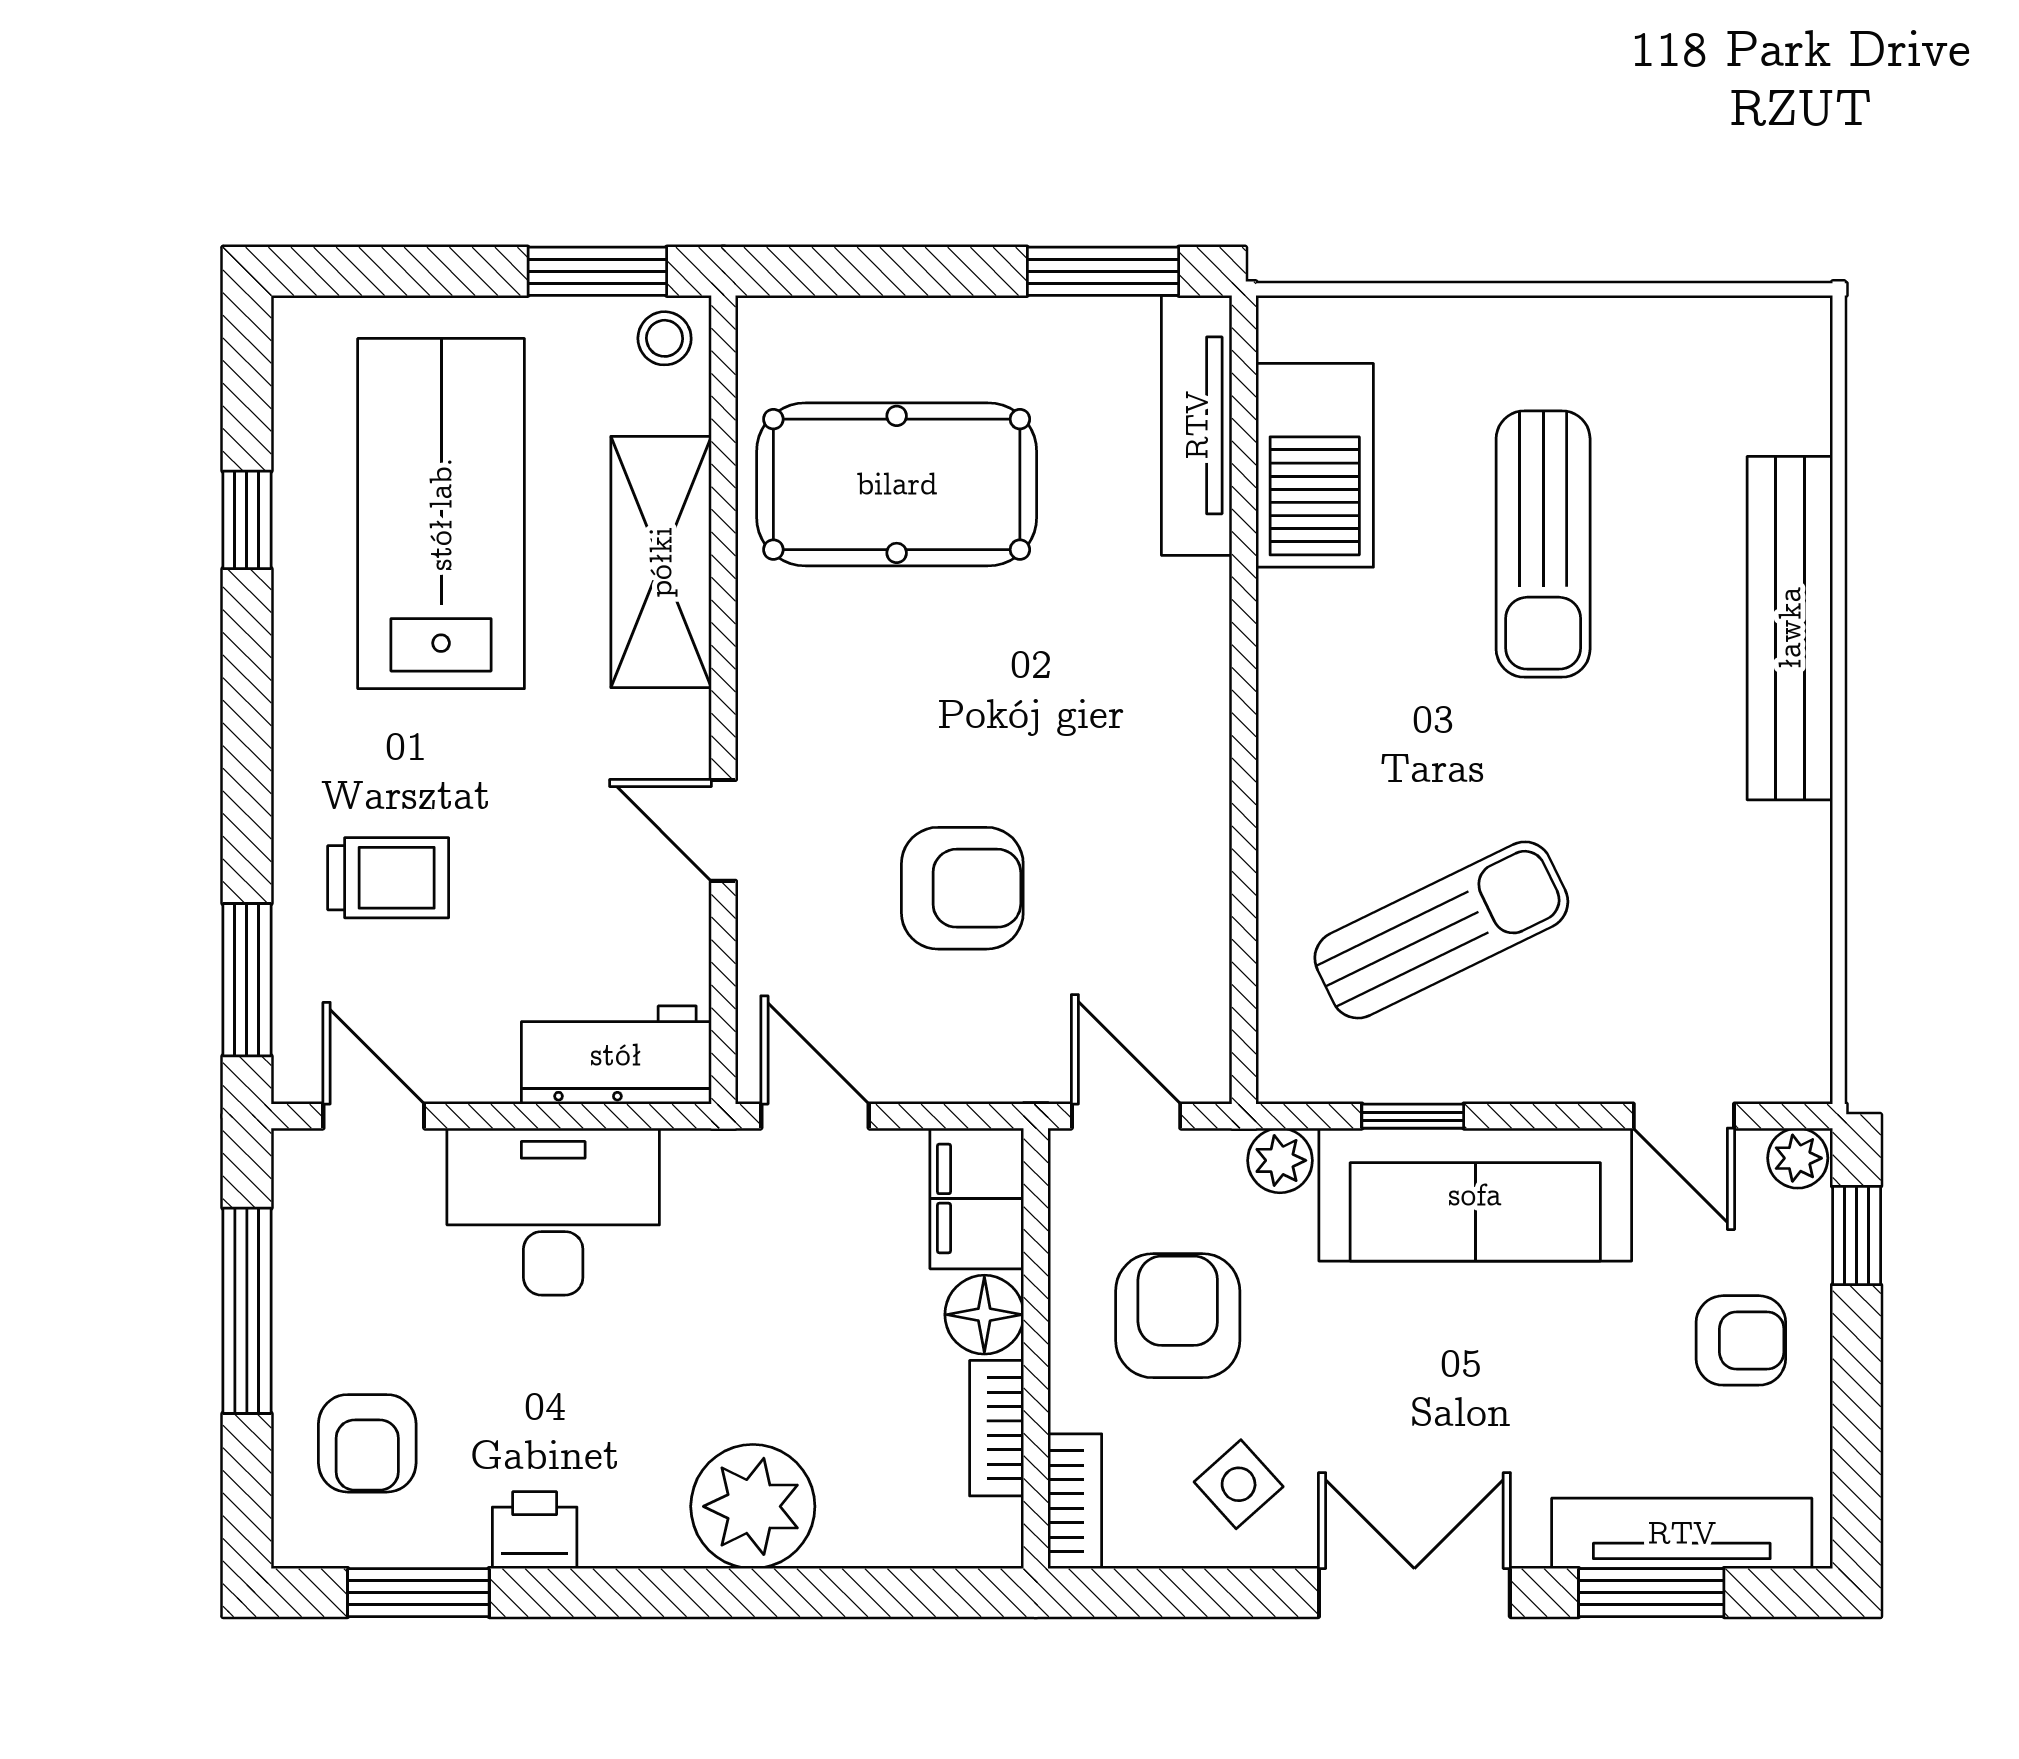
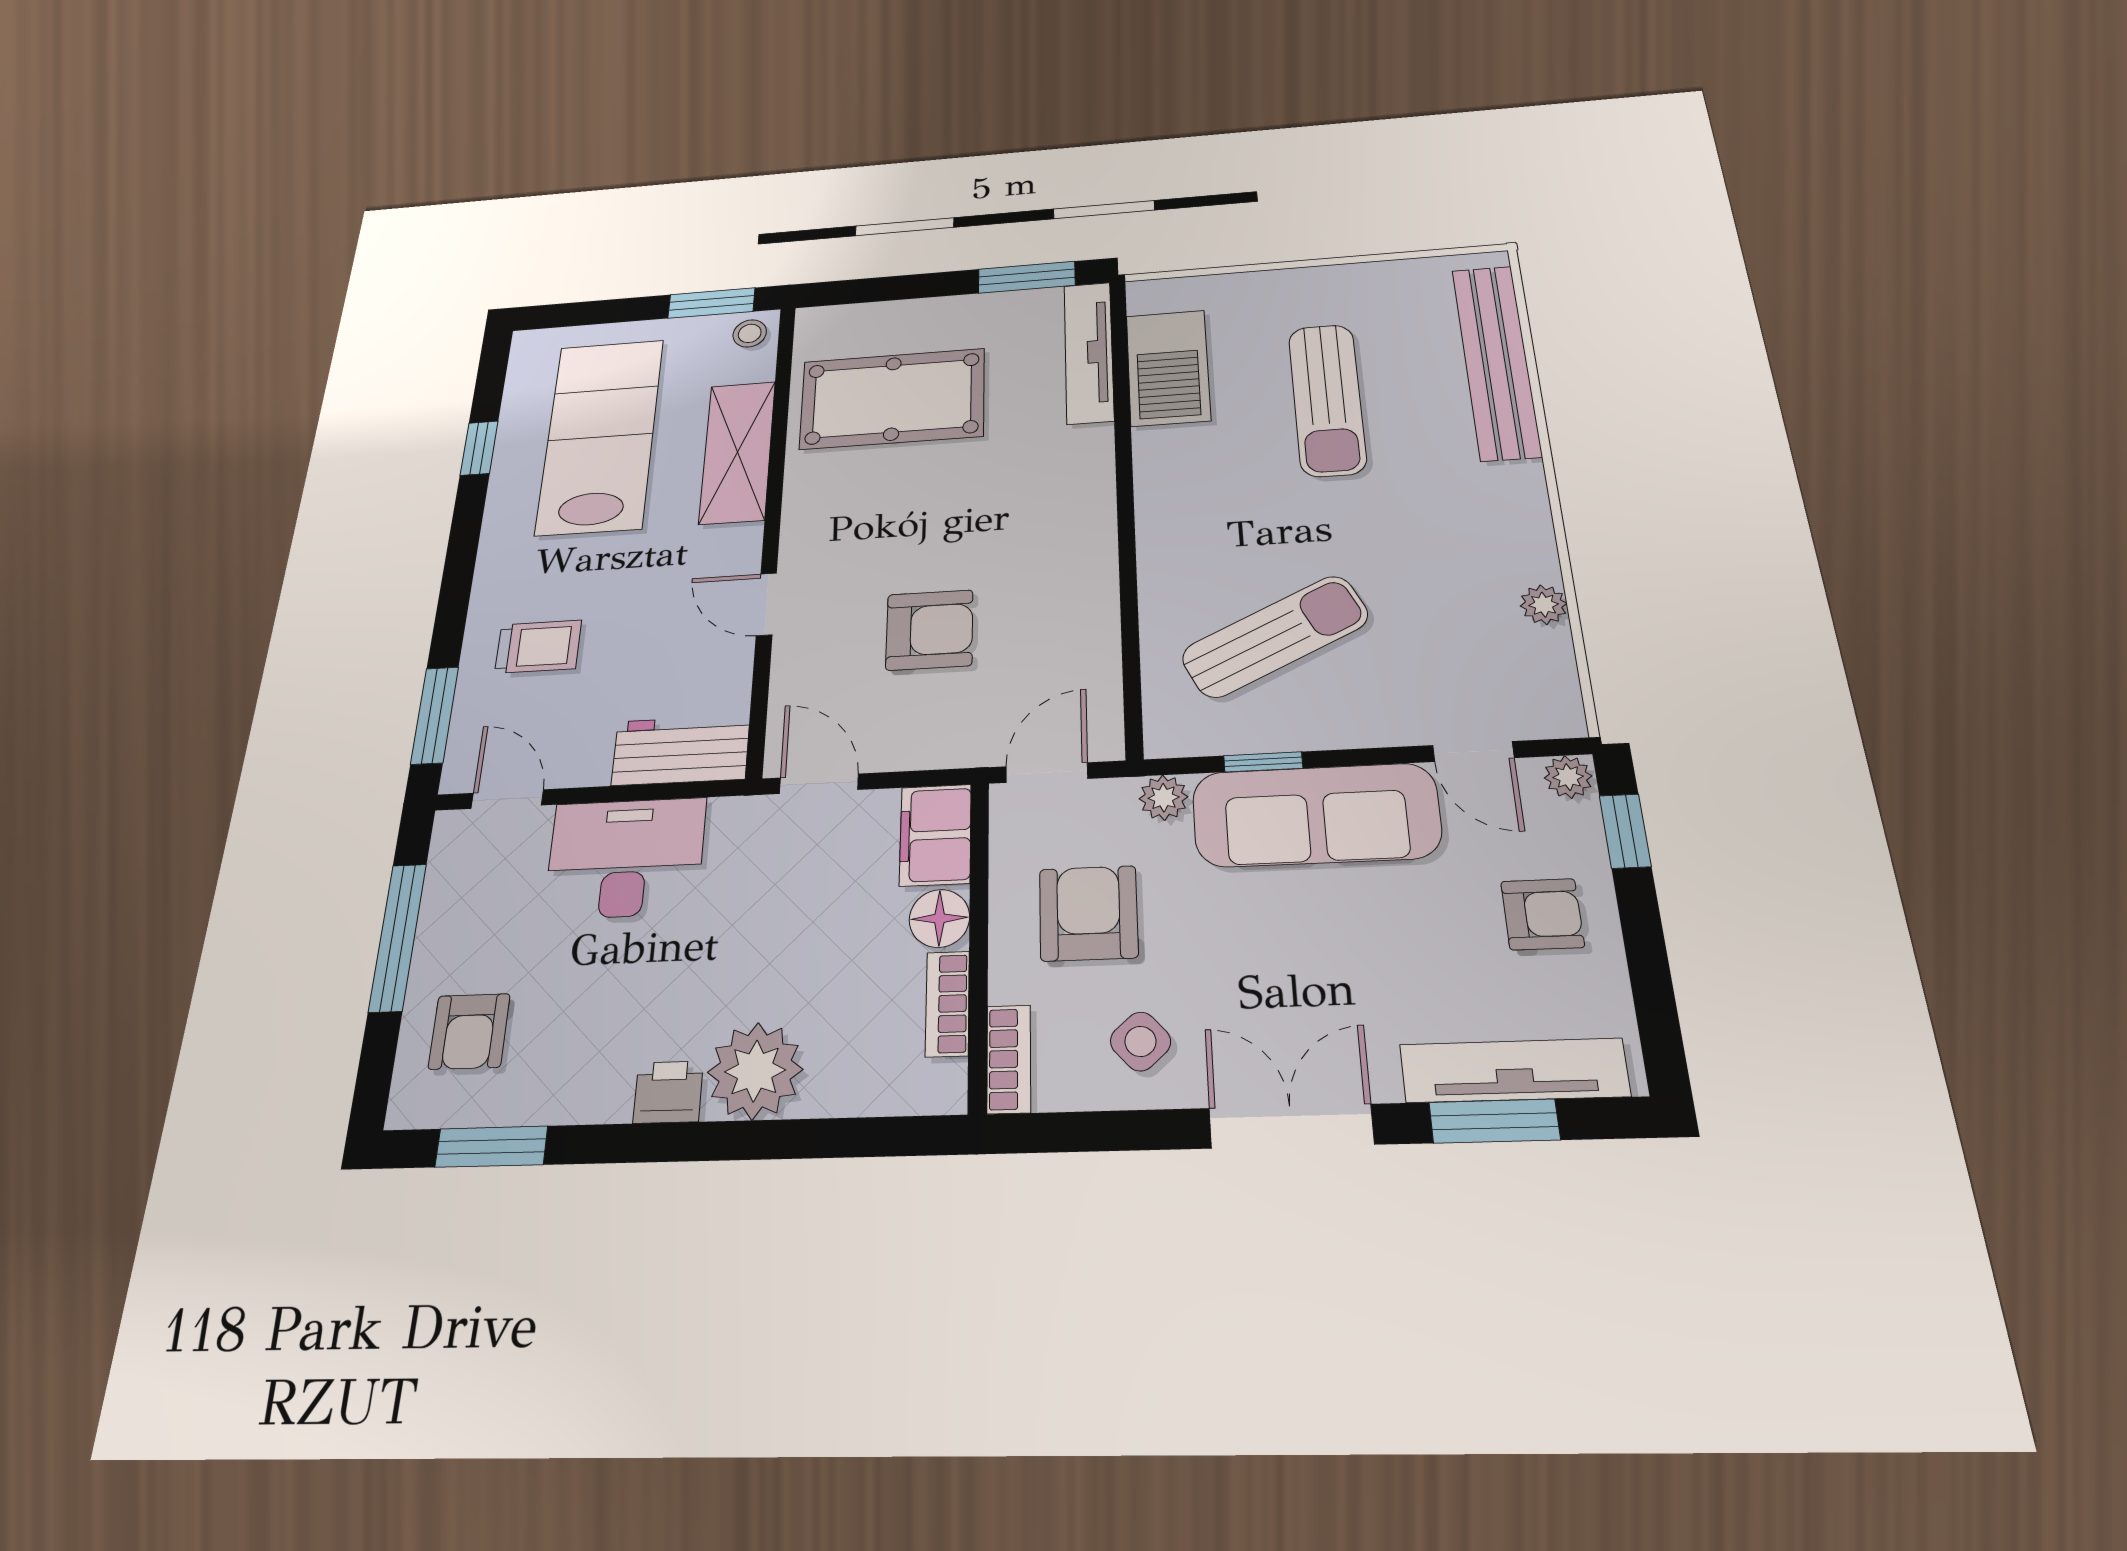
bench: (1790, 628) -> (1496, 361), moved
plant: (1802, 905) -> (1544, 605), added
door: (1126, 1116) -> (1047, 773), hinge flipped
printer: (535, 1530) -> (668, 1092), moved

